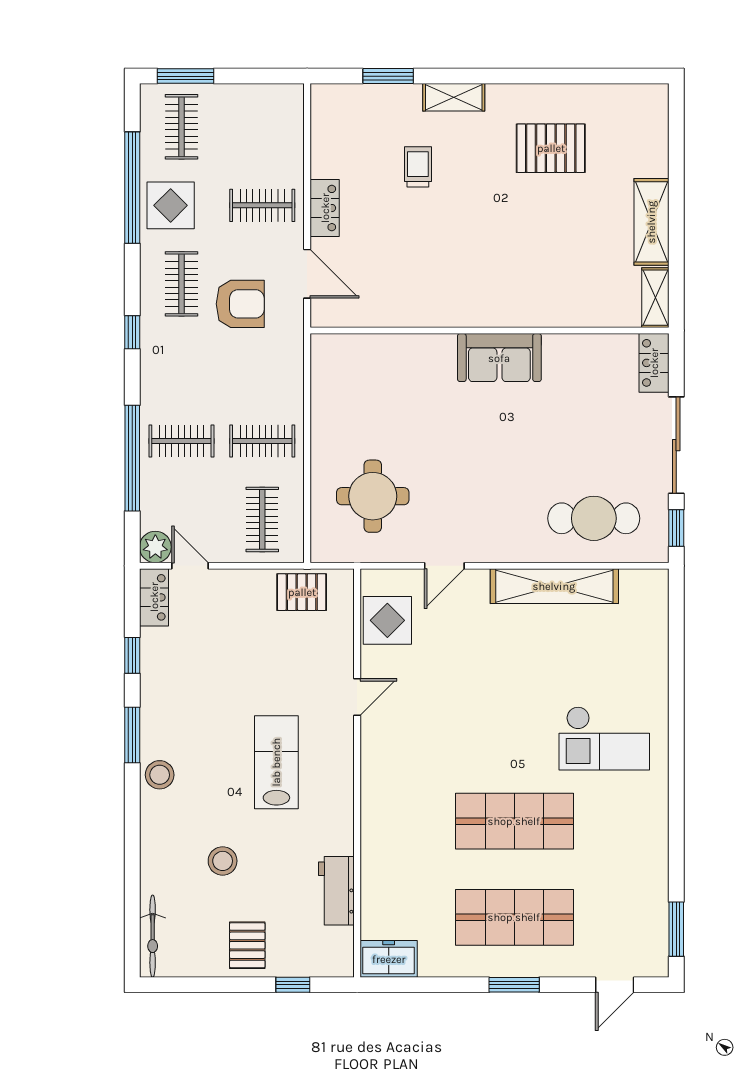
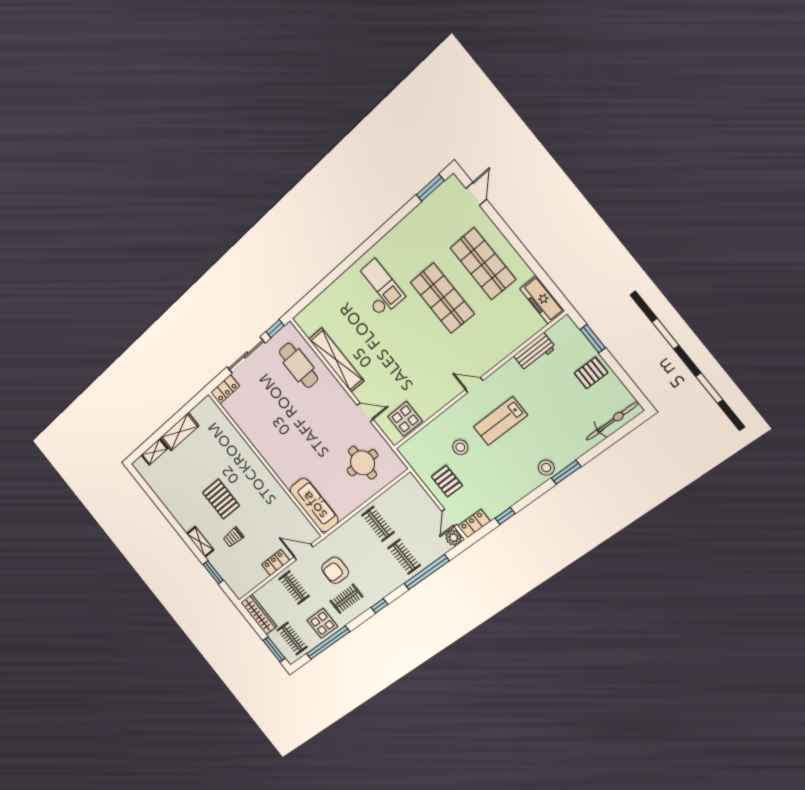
wardrobe: (262, 100) -> (259, 614), added
clothes rail: (181, 127) -> (292, 639), turned 90
pallet: (551, 148) -> (221, 499), moved
door: (307, 274) -> (304, 552), hinge flipped
shelving: (655, 298) -> (154, 452), moved
armchair: (240, 304) -> (335, 570), turned -90
sofa: (499, 358) -> (314, 505), moved, width x1.36
clothes rail: (262, 519) -> (408, 501), removed
pallet: (302, 592) -> (447, 481), moved
door: (357, 697) -> (474, 385), moved
window: (132, 735) -> (566, 472), moved
stool: (223, 861) -> (460, 447), moved
bicycle: (153, 936) -> (612, 421), width x1.37, depth x1.40
freezer: (389, 959) -> (542, 300), width x1.40
window: (293, 985) -> (593, 339), width x1.50
window: (514, 985) -> (512, 239), removed
door: (615, 985) -> (476, 194), hinge flipped

